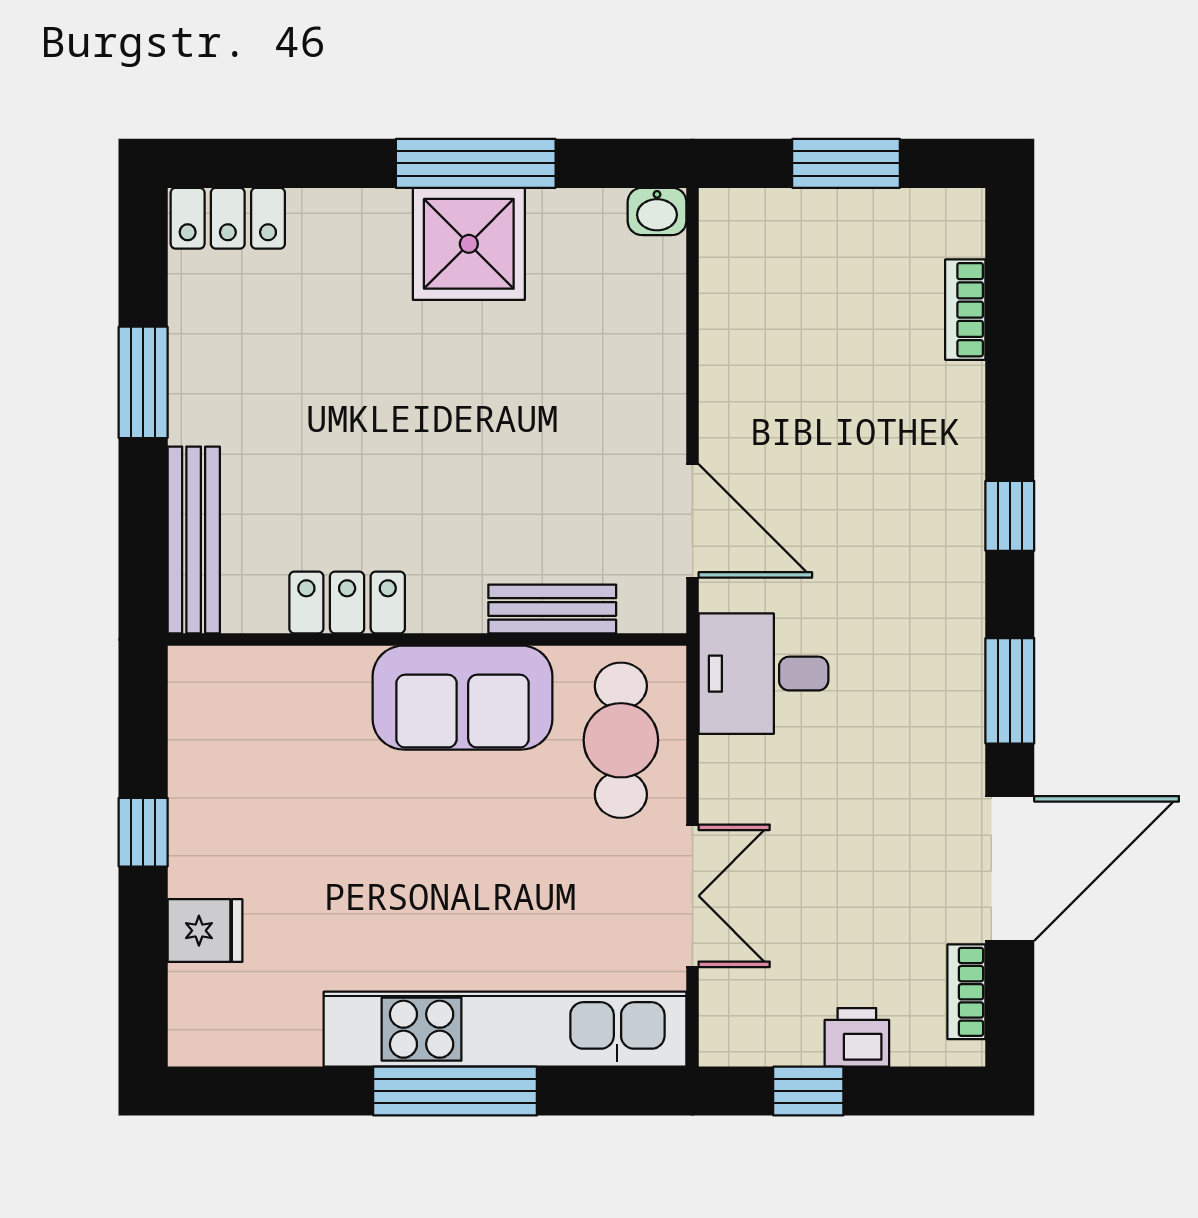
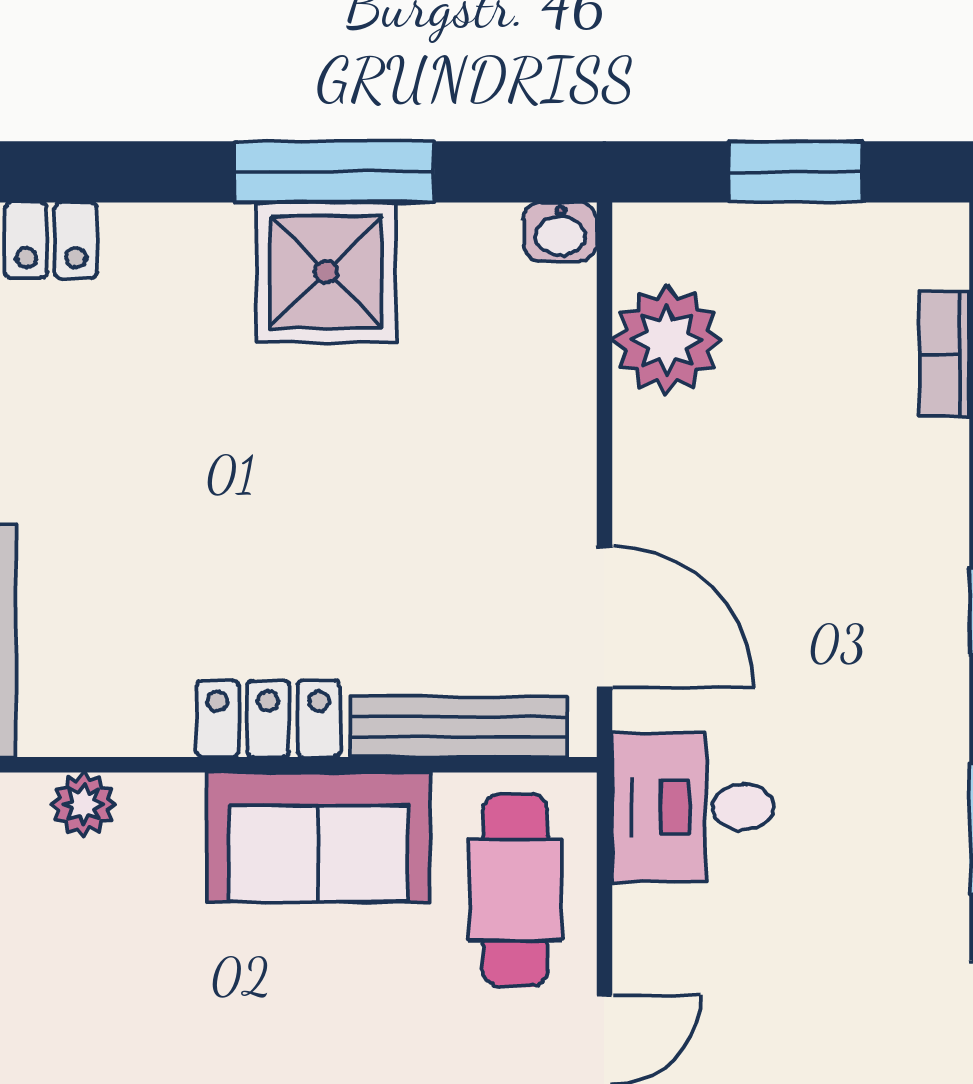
plant: (743, 298) -> (667, 340), added
locker: (347, 602) -> (268, 719), moved
bench: (552, 609) -> (459, 727), width x1.36
plant: (274, 671) -> (84, 804), added

